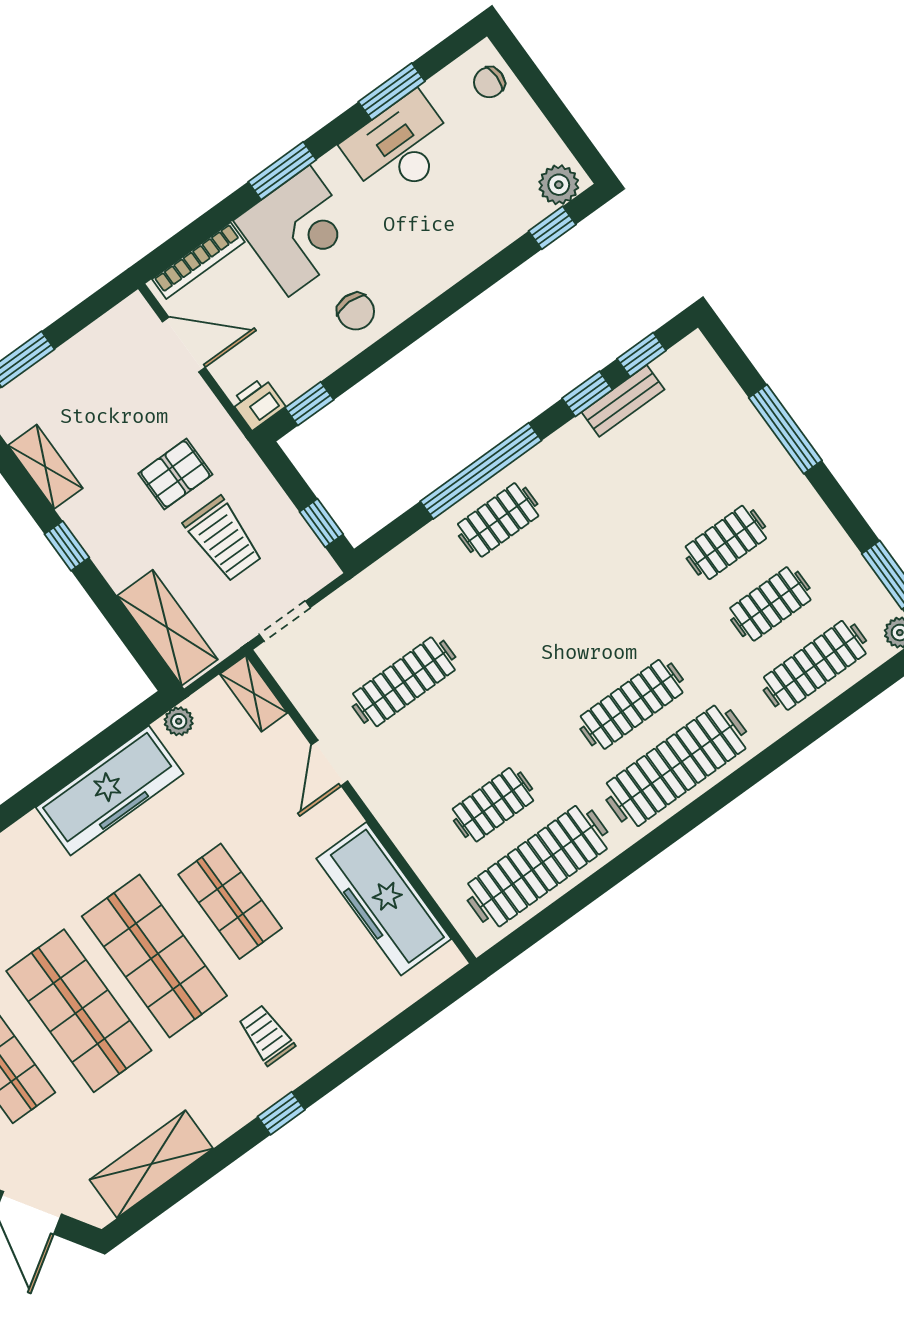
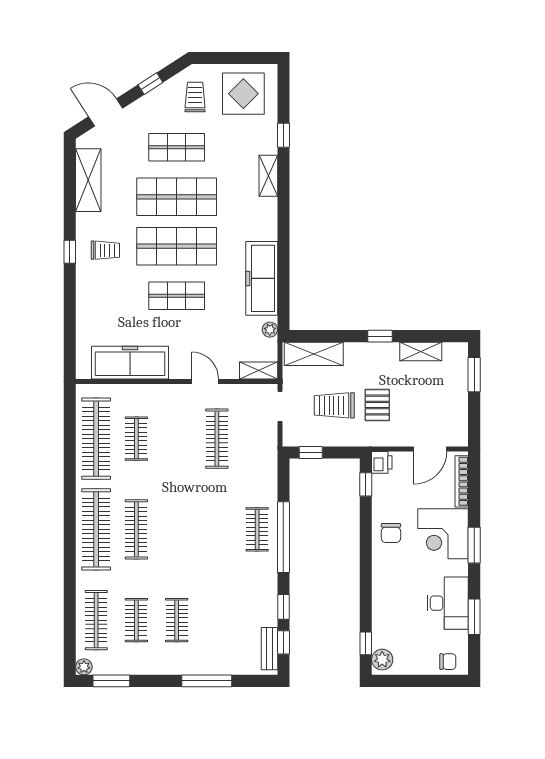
chair: (489, 82) -> (448, 662), turned 90
chair: (356, 311) -> (391, 533), turned -90
bench: (623, 401) -> (269, 649), moved
trolley: (266, 1035) -> (105, 250), moved

